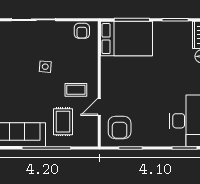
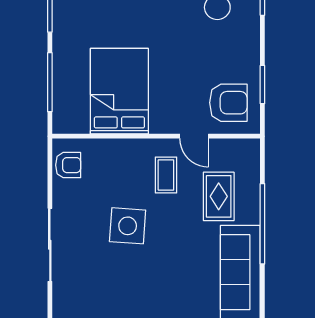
bed: (127, 39) -> (119, 91), moved
side table: (45, 67) -> (128, 226), width x1.87, depth x1.87
rug: (63, 122) -> (219, 196), turned 90

